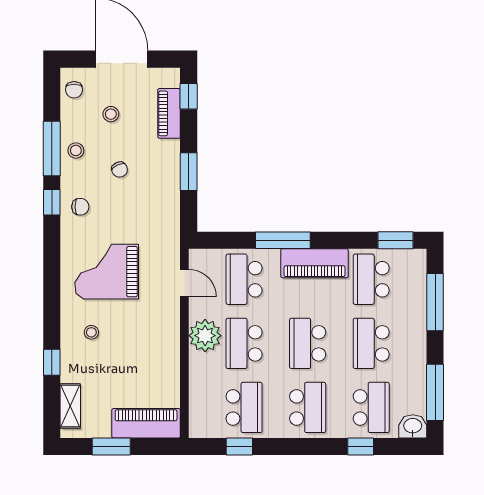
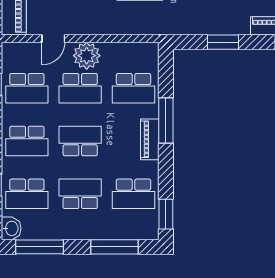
piano: (315, 263) -> (150, 139), width x0.73, depth x0.75
school desk: (244, 279) -> (134, 88), turned 180
school desk: (371, 279) -> (134, 194), turned 180
door: (184, 283) -> (53, 39), moved
school desk: (244, 343) -> (80, 88), turned 180

